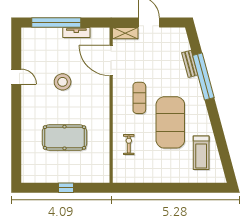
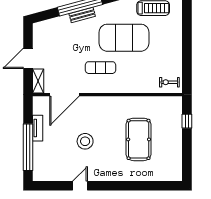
bench: (190, 64) -> (82, 15), moved
exercise bike: (129, 145) -> (169, 82), moved
window: (66, 188) -> (187, 121), moved

